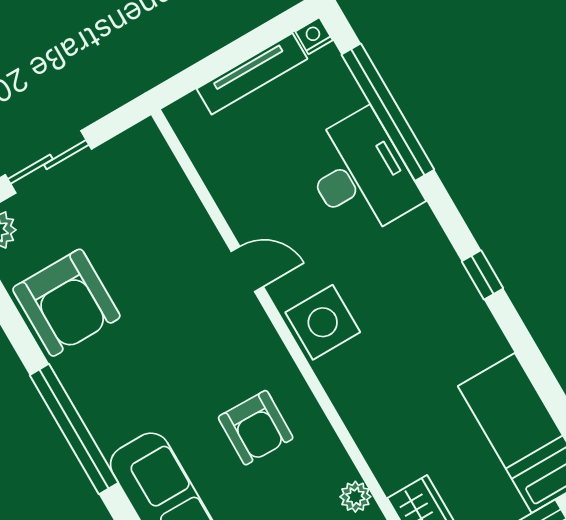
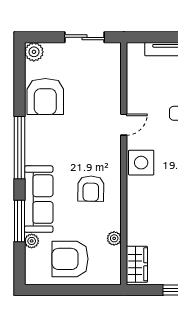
sliding door: (48, 162) -> (85, 37), moved
door: (247, 269) -> (124, 125), hinge flipped

